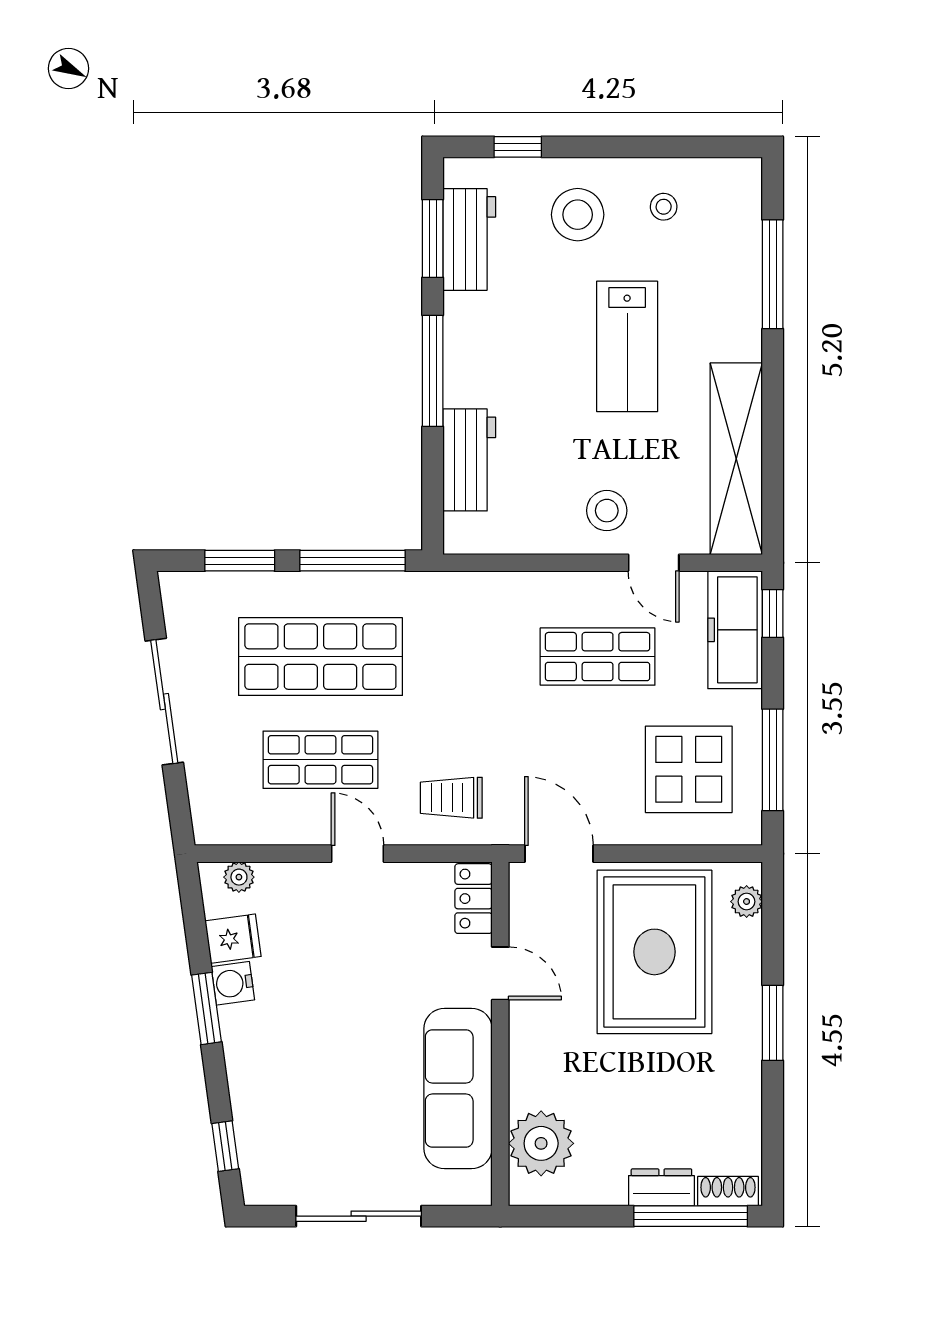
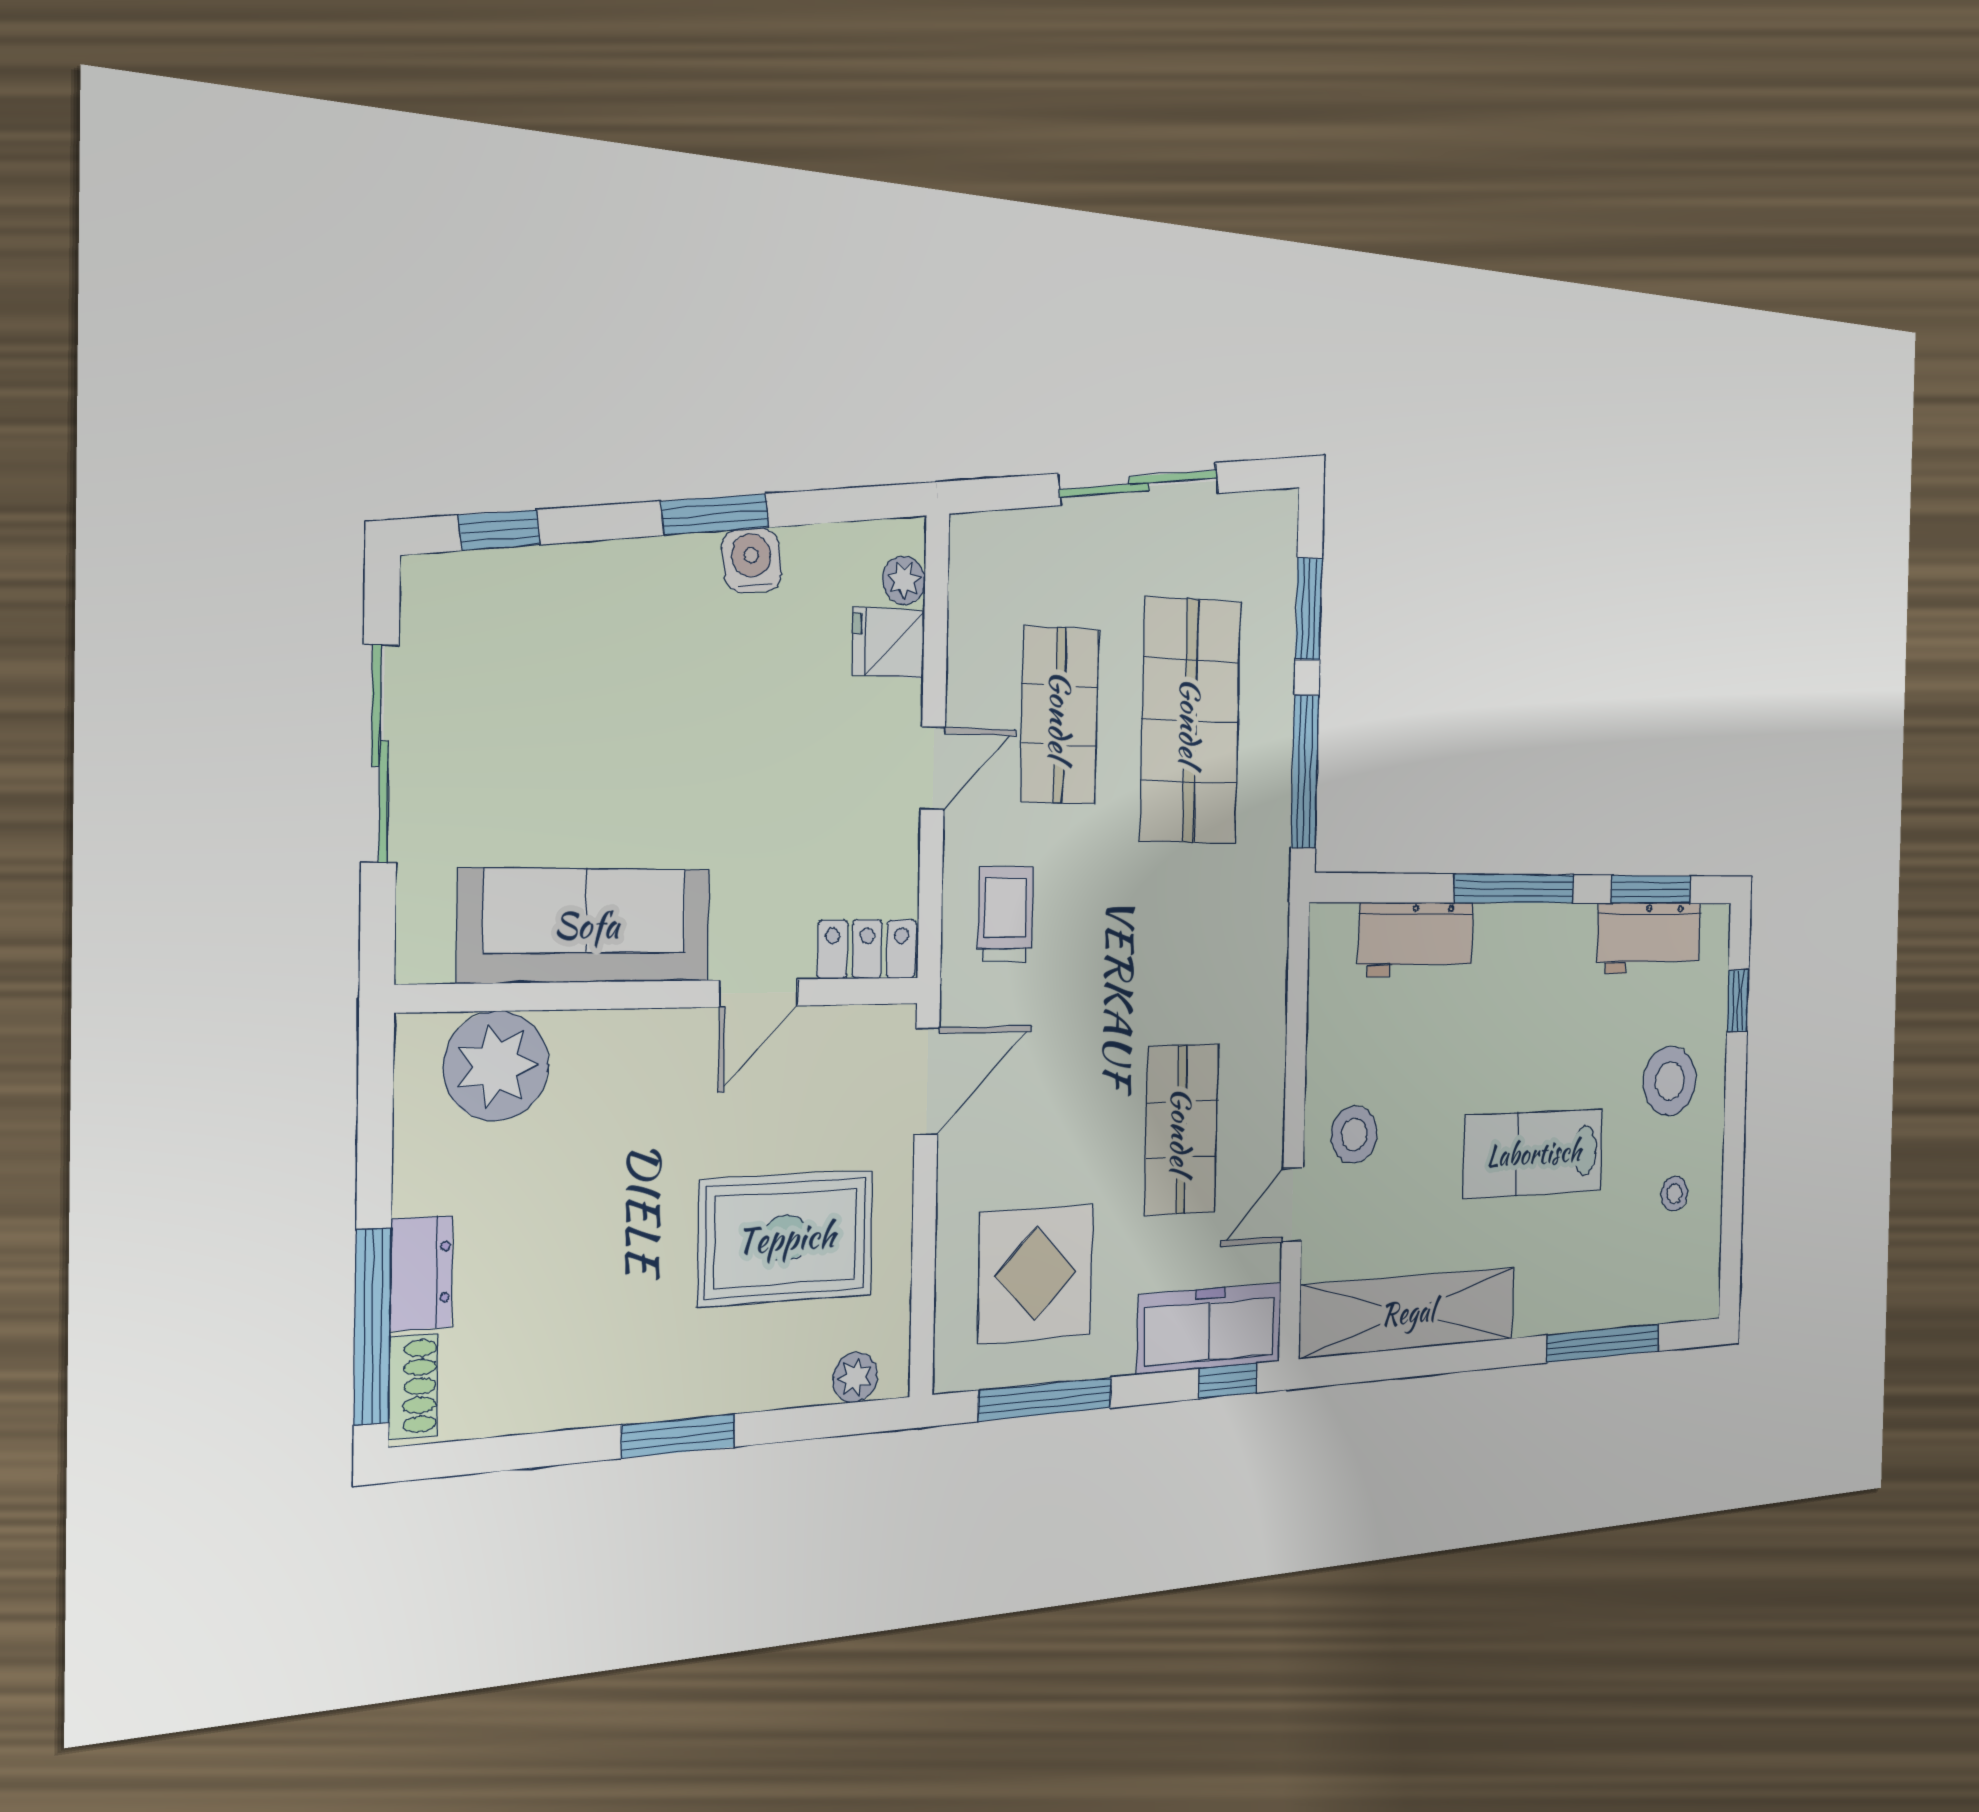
fridge: (233, 939) -> (888, 643), moved, turned 98
rug: (654, 952) -> (786, 1238), width x0.73, depth x0.69

